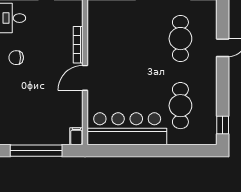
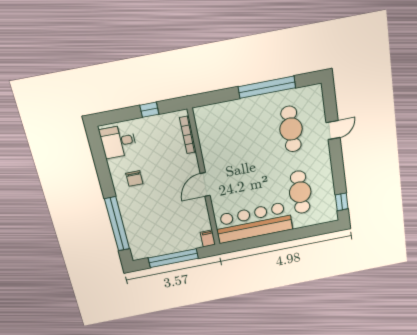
bookcase: (78, 45) -> (188, 135), moved
chair: (16, 58) -> (134, 178), turned -90

